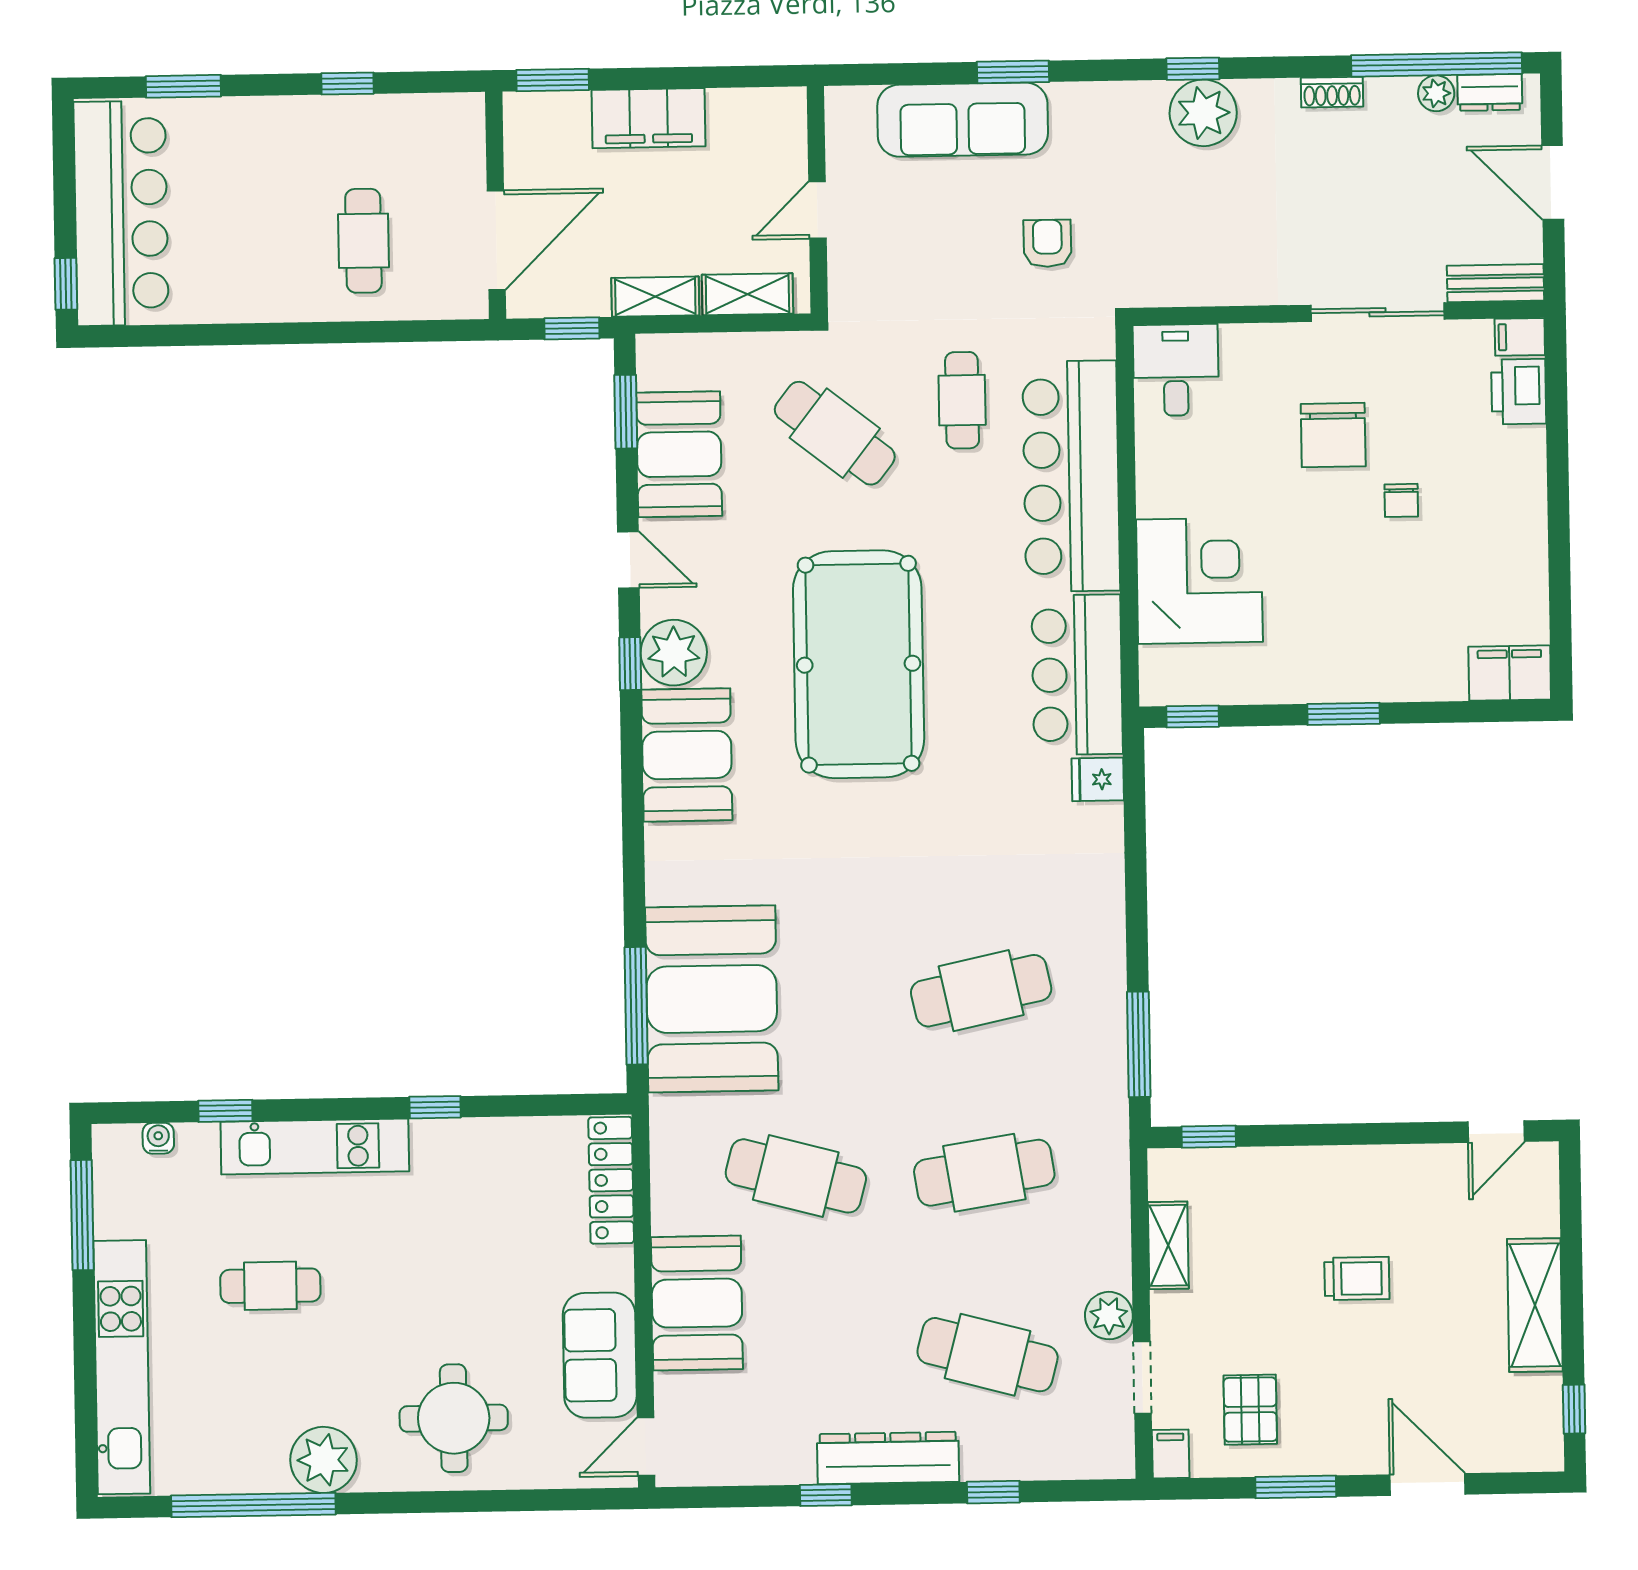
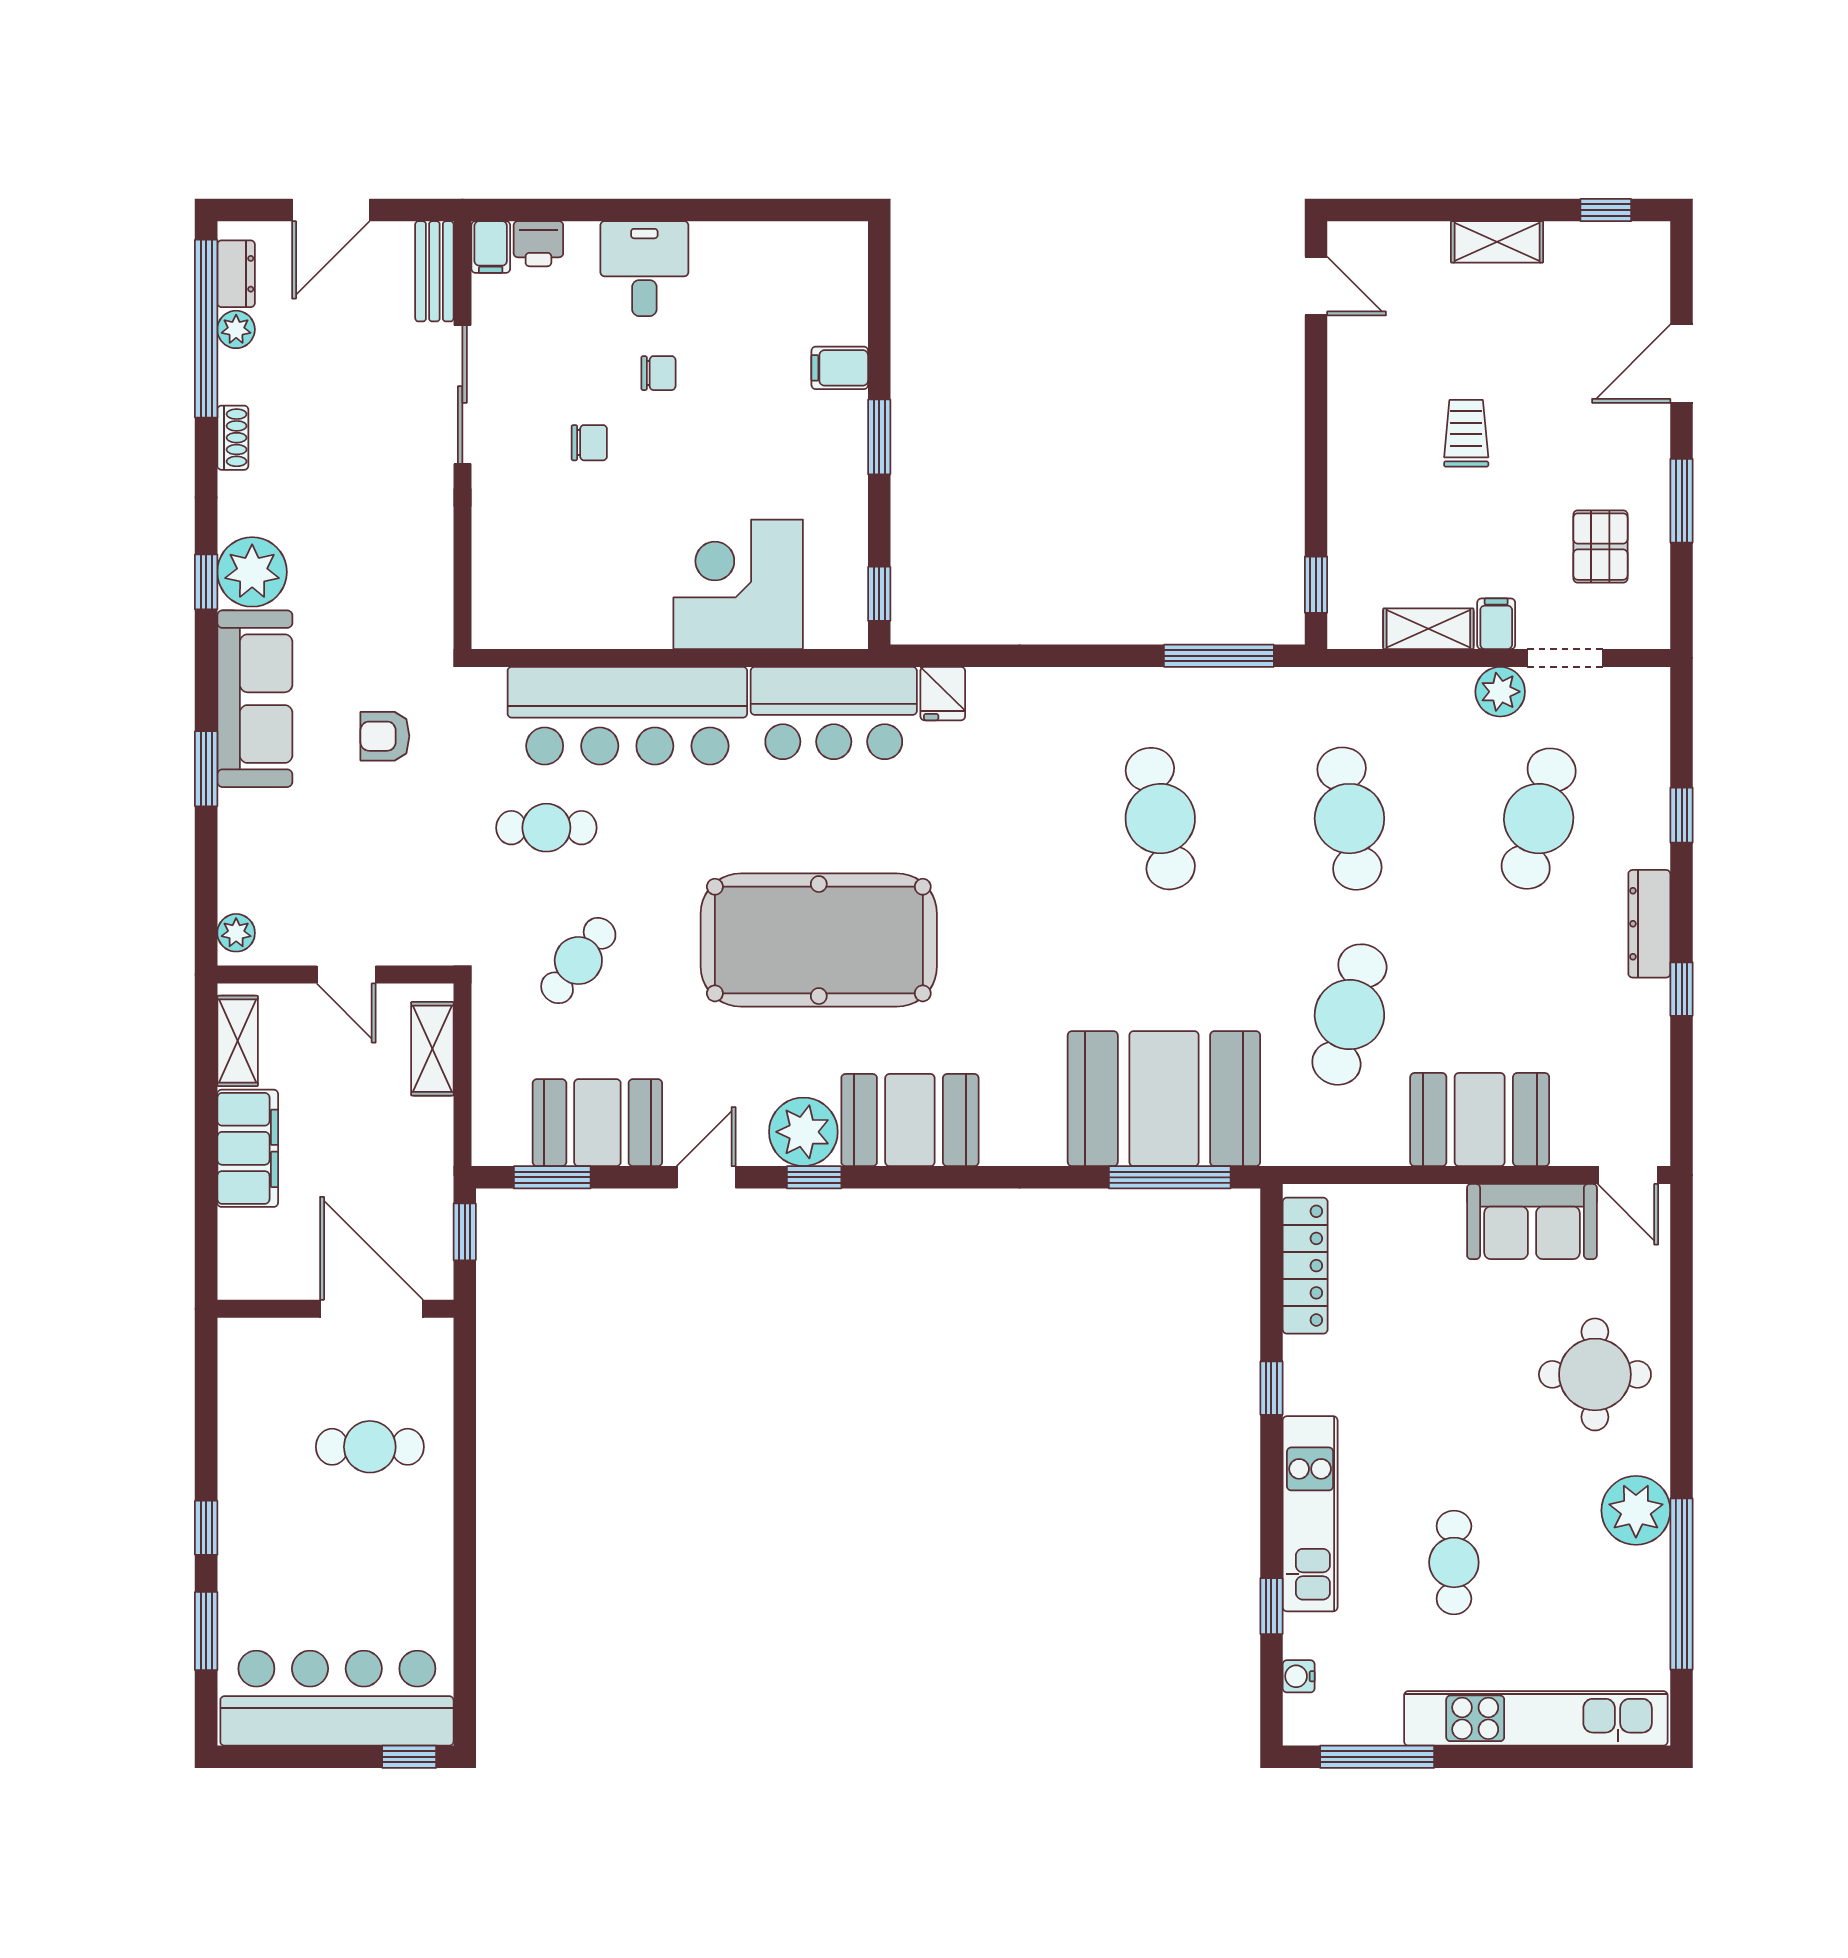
window: (553, 80) -> (206, 1247), removed
window: (347, 84) -> (206, 1528), moved
plant: (856, 104) -> (236, 933), added
sofa: (963, 120) -> (255, 699), moved
shelving: (655, 297) -> (238, 1041), moved
desk: (1176, 370) -> (644, 269), moved, turned 90
printer: (1519, 392) -> (538, 244), width x0.73, depth x0.81
cafe table: (835, 433) -> (578, 961), width x0.73, depth x0.74
chair: (1333, 435) -> (589, 443), width x0.54, depth x0.54
filing cabinet: (1510, 673) -> (840, 368), moved, width x0.50
locker: (611, 1180) -> (1305, 1266), moved, turned -90
shelving: (1535, 1305) -> (1497, 242), width x0.67, depth x0.75
pallet: (1250, 1410) -> (1600, 547), turned 90
filing cabinet: (1171, 1454) -> (1496, 624), moved, turned 90
dresser: (888, 1458) -> (1649, 924), width x0.73, depth x0.80

